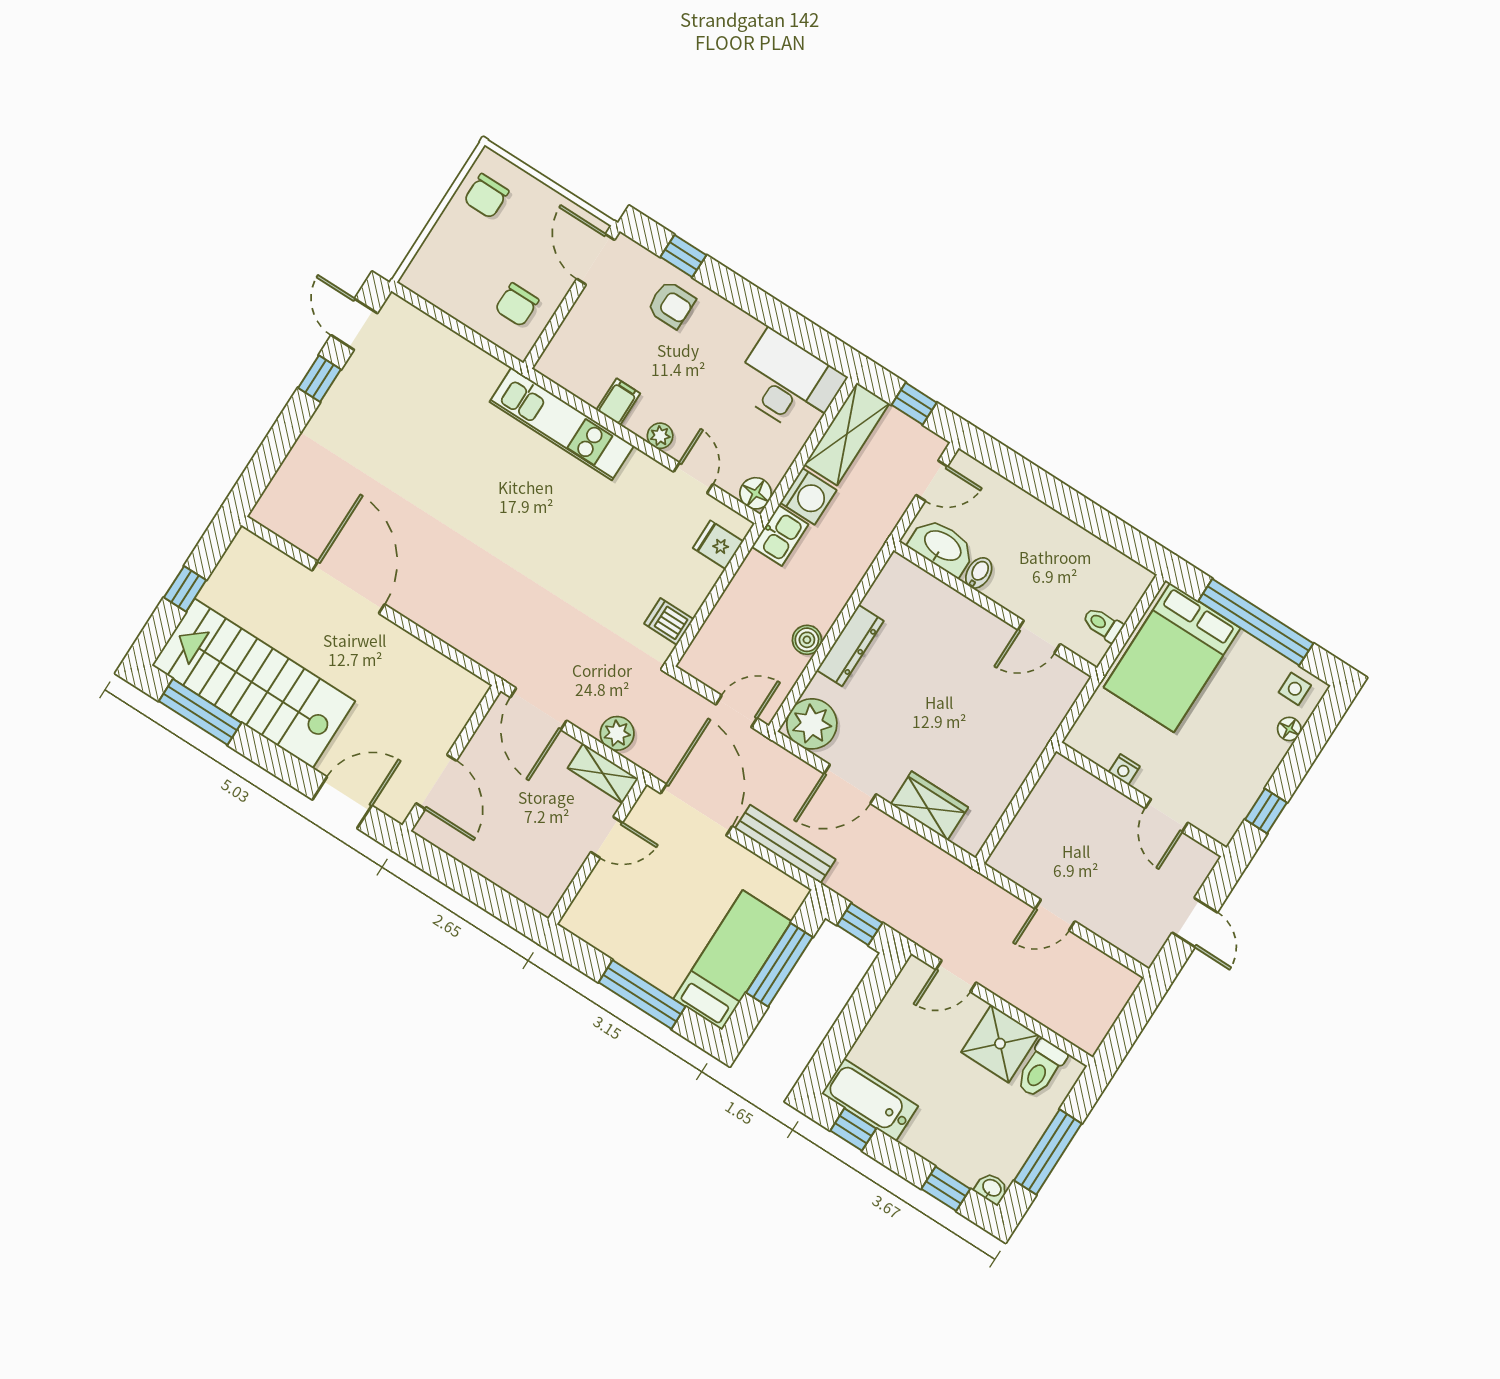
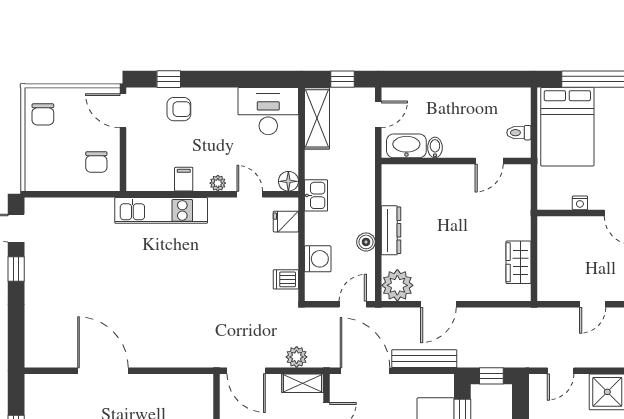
washing machine: (808, 496) -> (318, 259), moved
wardrobe: (929, 806) -> (518, 262), moved, turned -90

